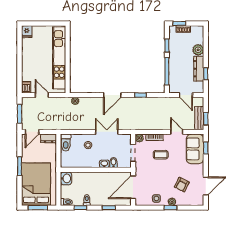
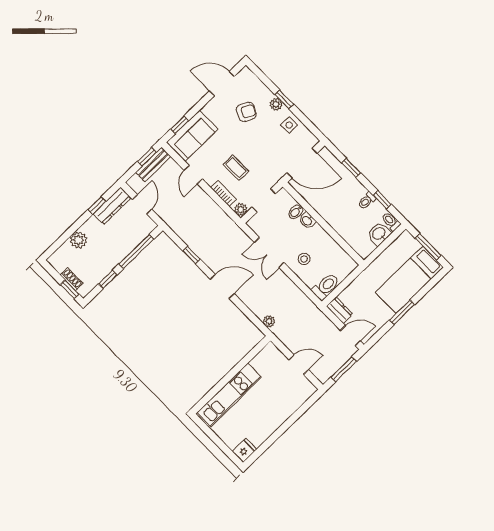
kitchen unit: (59, 58) -> (229, 395), width x0.73
dresser: (199, 69) -> (112, 206), moved
dishwasher: (26, 87) -> (307, 391), removed
door: (42, 95) -> (299, 365), swing flipped
washbasin: (66, 178) -> (379, 234), moved
bed: (36, 184) -> (409, 280), width x0.67

